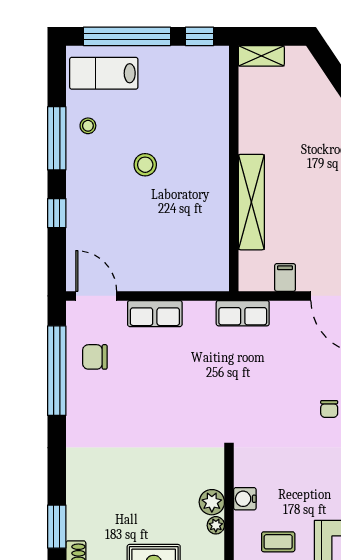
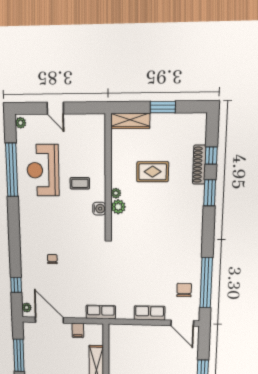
chair: (95, 357) -> (184, 290), turned -90

